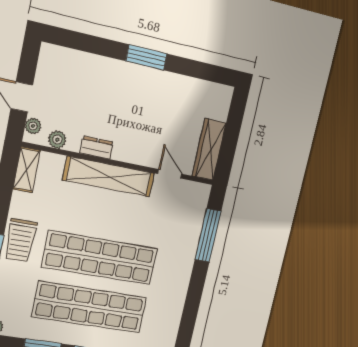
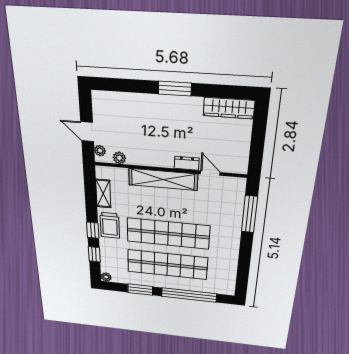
dresser: (97, 148) -> (187, 163), moved
wardrobe: (209, 149) -> (229, 108), moved, turned -90
shelving: (27, 170) -> (103, 194), moved

